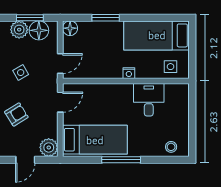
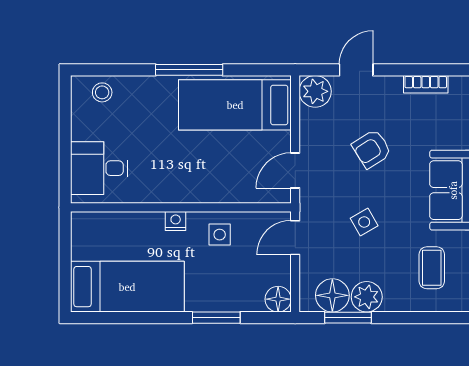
side table: (171, 67) -> (220, 235), moved
desk: (149, 100) -> (99, 168), moved, turned 90

